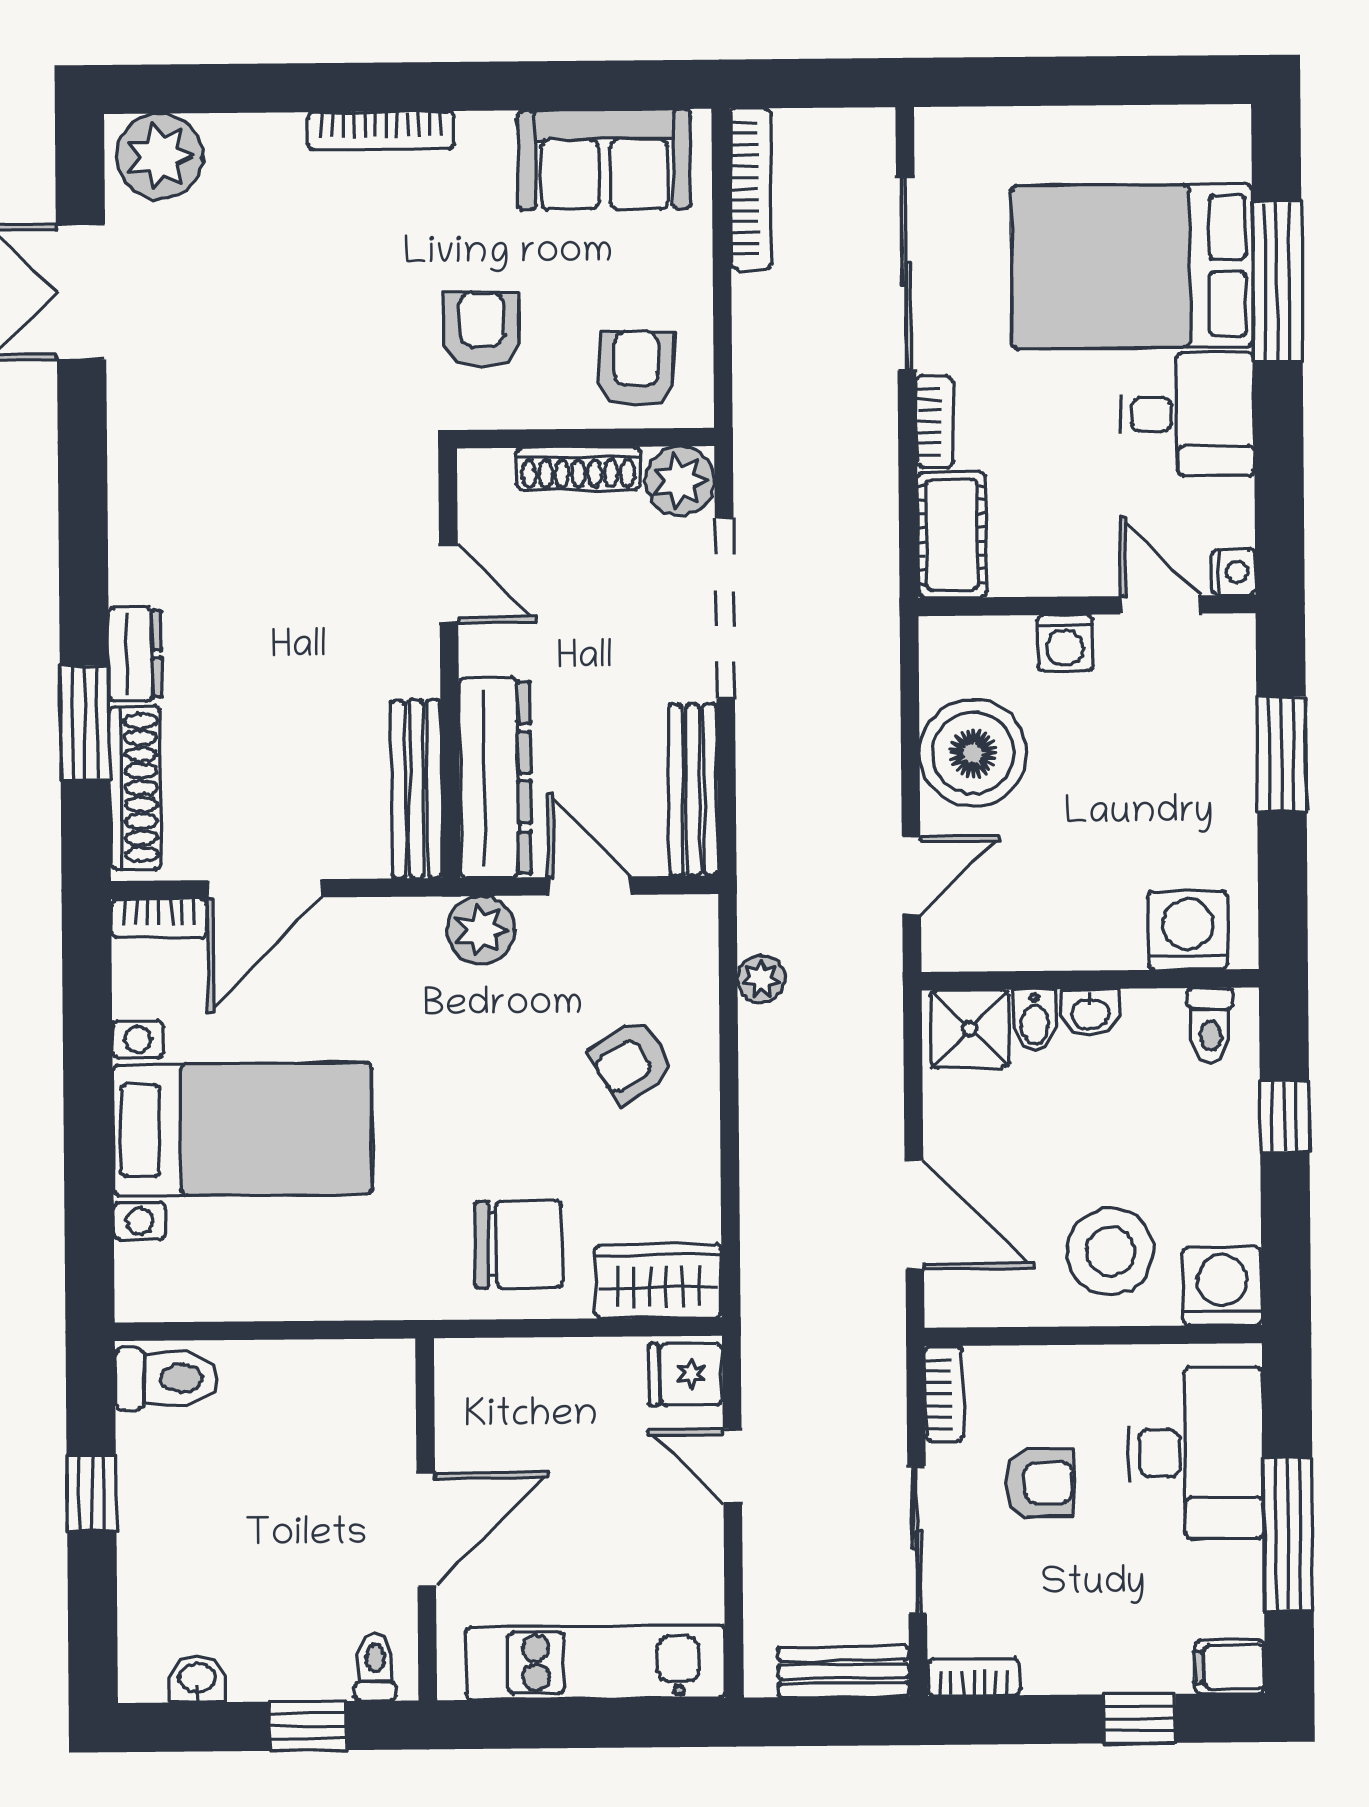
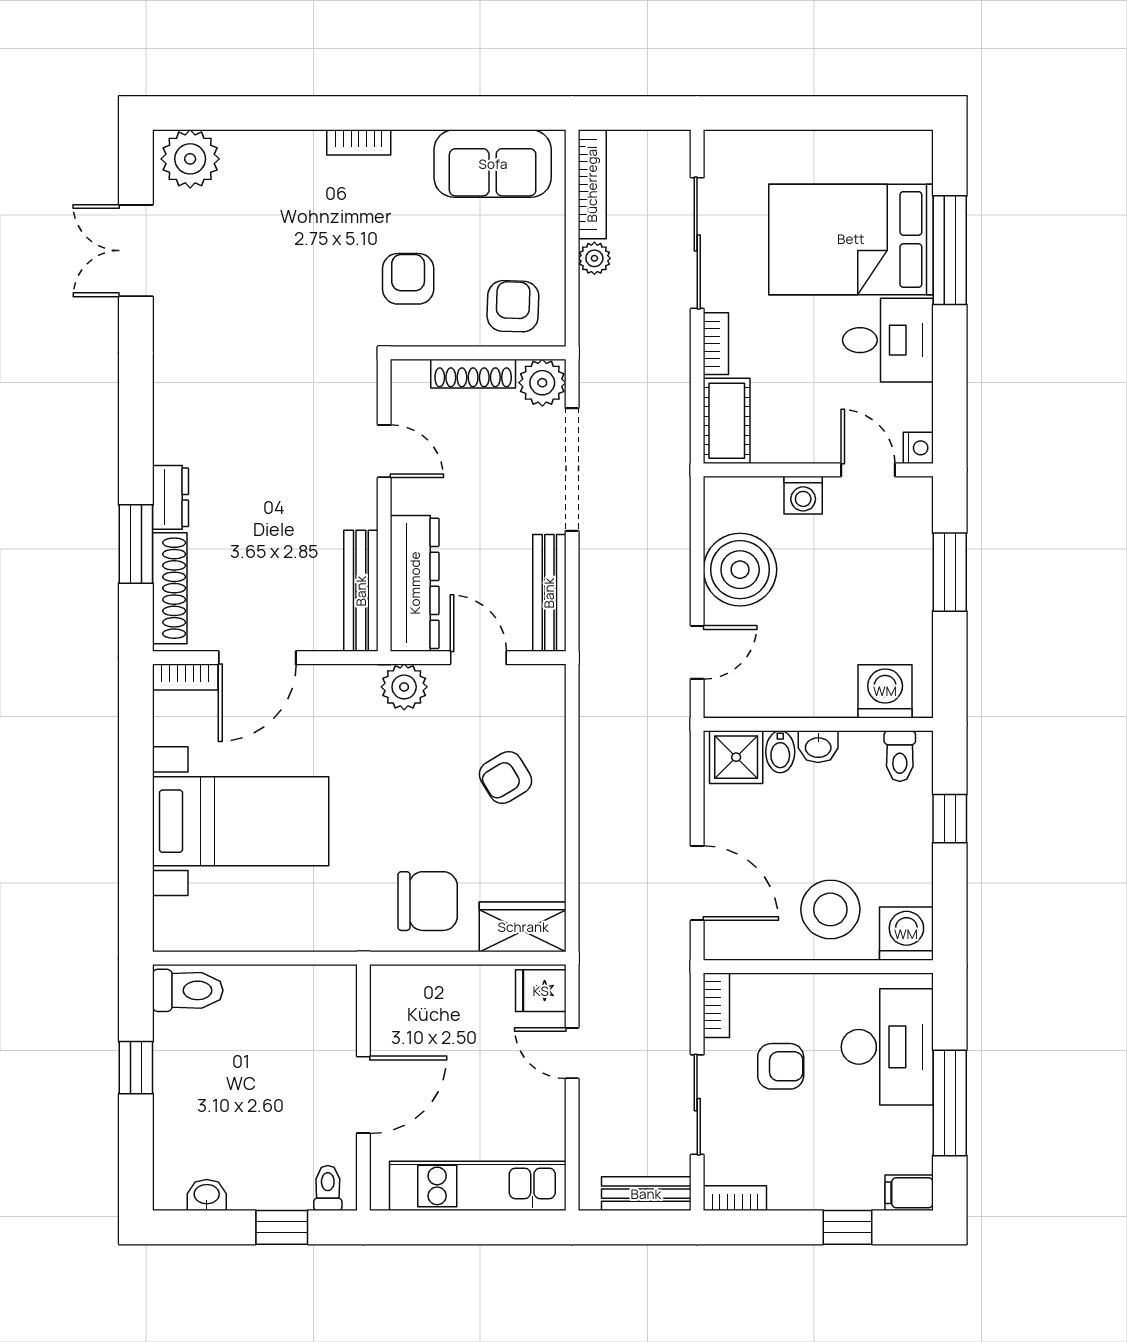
bookcase: (381, 130) -> (359, 142), width x0.64
plant: (761, 979) -> (594, 258), moved

